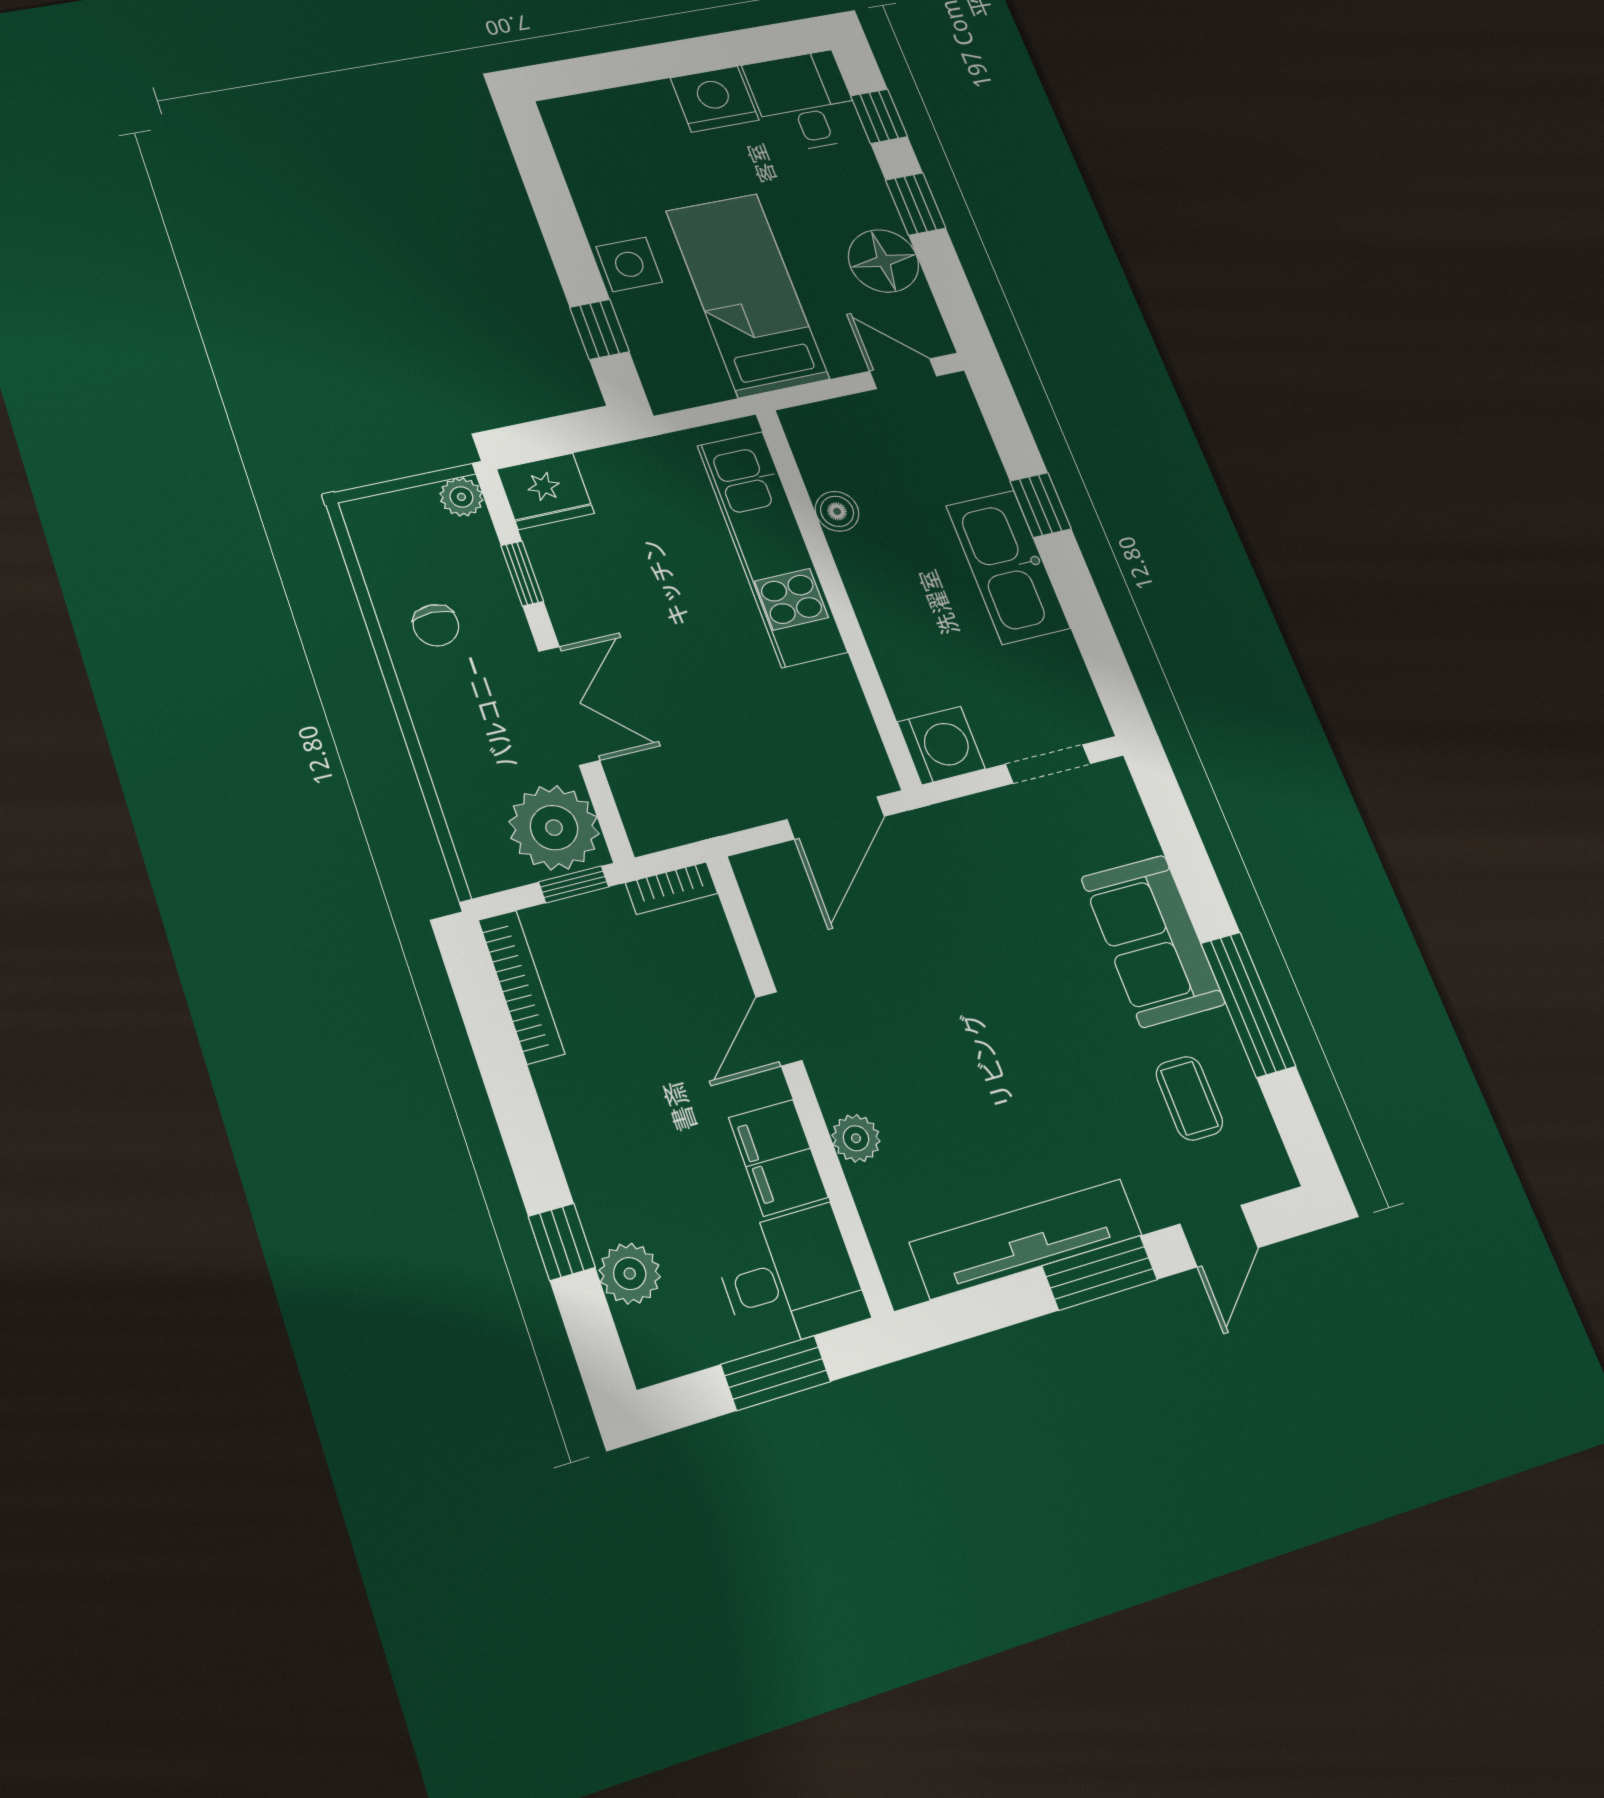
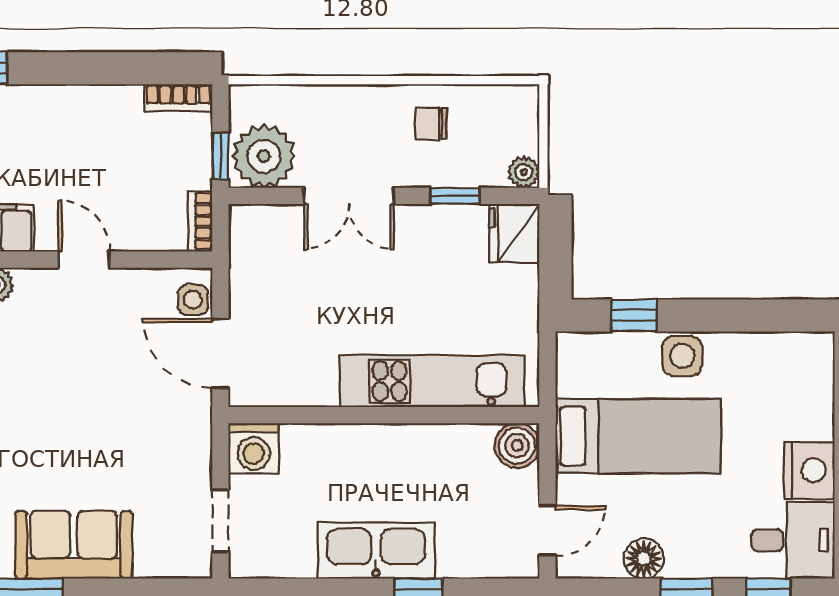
floor lamp: (884, 261) -> (644, 559), width x0.73, depth x0.73
boiler: (837, 511) -> (517, 446), moved, width x1.36, depth x1.36
side table: (779, 871) -> (193, 300), added
bookcase: (521, 987) -> (178, 98), width x0.64

